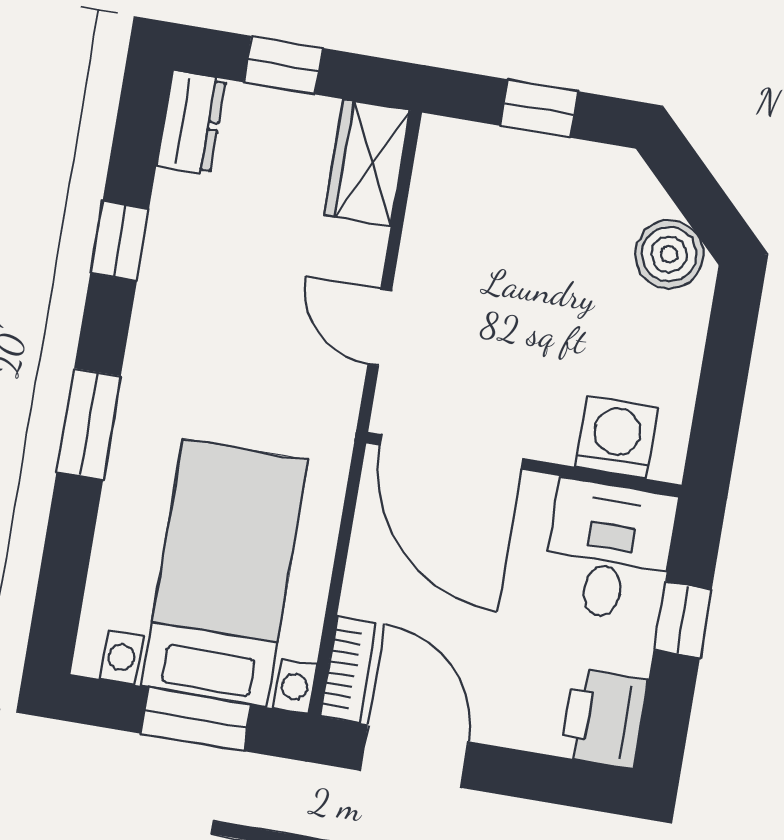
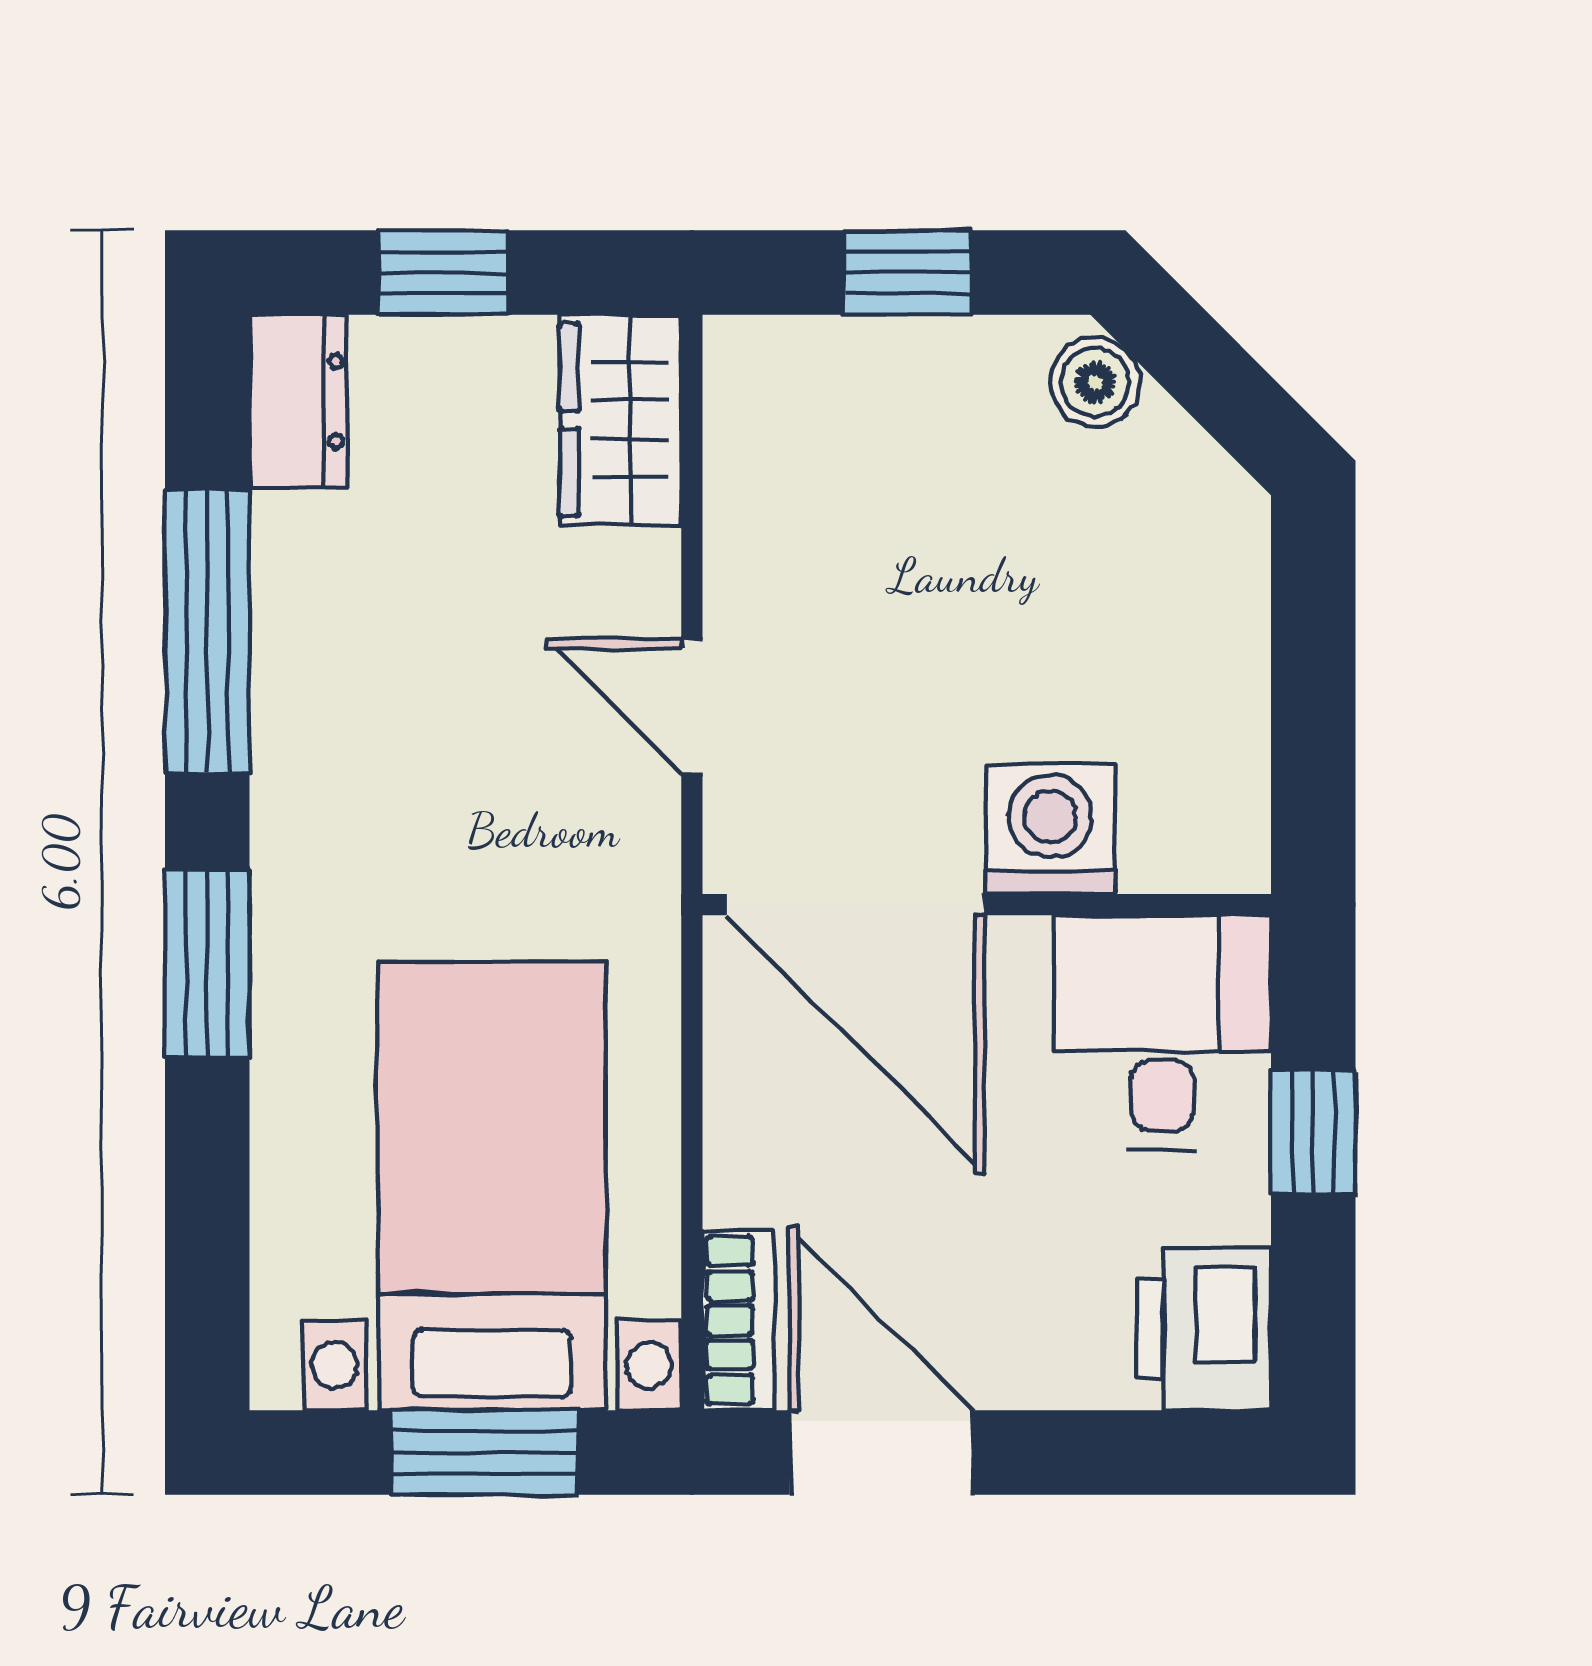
window: (120, 241) -> (207, 632), width x2.17
boiler: (669, 254) -> (1095, 382), moved, width x0.73, depth x0.73
washing machine: (617, 437) -> (1050, 829), moved

